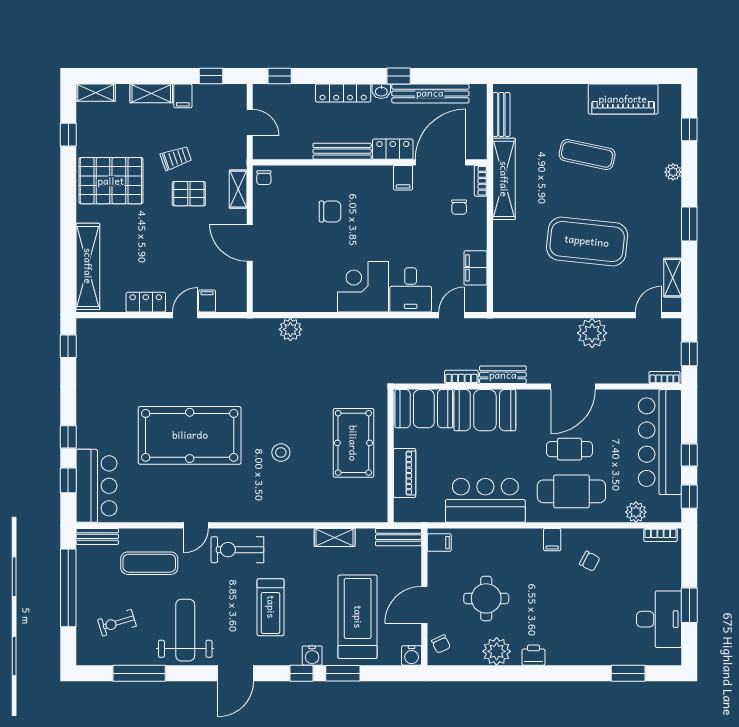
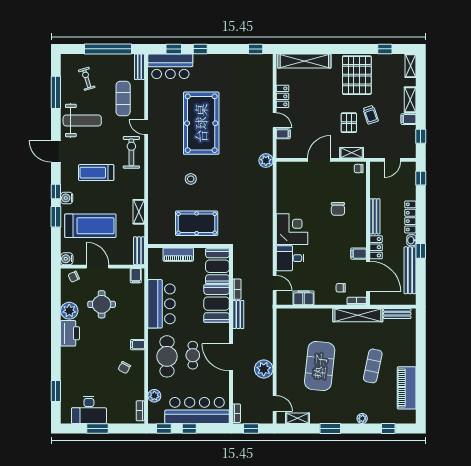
plant: (290, 329) -> (266, 161), moved
printer: (534, 655) -> (70, 333), width x1.87, depth x1.48

